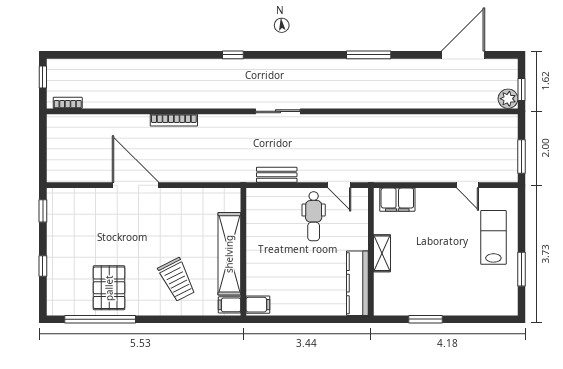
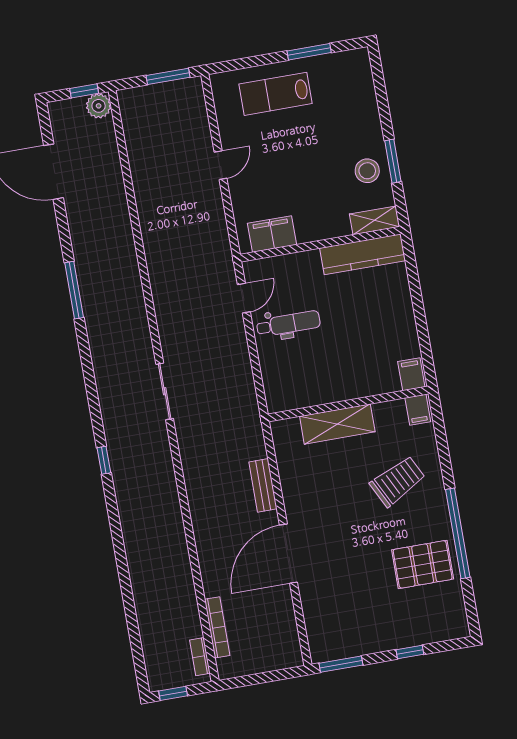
bookcase: (174, 120) -> (217, 627), moved
bench: (277, 175) -> (263, 485), moved
door: (468, 185) -> (221, 165), moved
filing cabinet: (397, 200) -> (272, 234), moved, turned -90
window: (43, 211) -> (341, 664), width x1.50
shelving: (382, 253) -> (375, 220), moved
shelving: (229, 254) -> (337, 424), width x0.68
stool: (421, 298) -> (367, 171), added
window: (100, 319) -> (458, 533), moved

